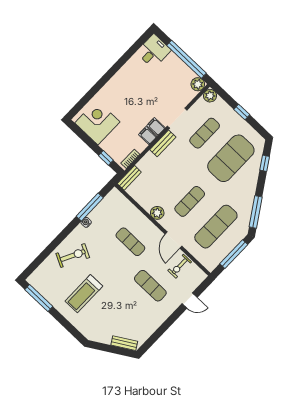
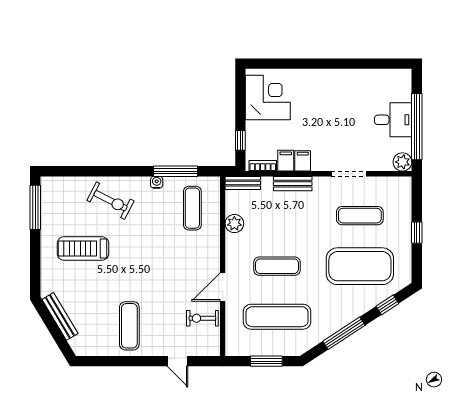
desk: (154, 51) -> (393, 120), moved
plant: (210, 96) -> (403, 185), removed
filing cabinet: (156, 127) -> (286, 161), moved
bench: (163, 143) -> (293, 184), moved
window: (256, 212) -> (344, 333), moved
plant: (157, 213) -> (234, 224), moved
exercise mat: (130, 242) -> (192, 208), moved
window: (234, 254) -> (266, 361), width x0.69
exercise mat: (150, 286) -> (129, 326), moved
bench: (124, 343) -> (60, 316), moved, width x1.36

